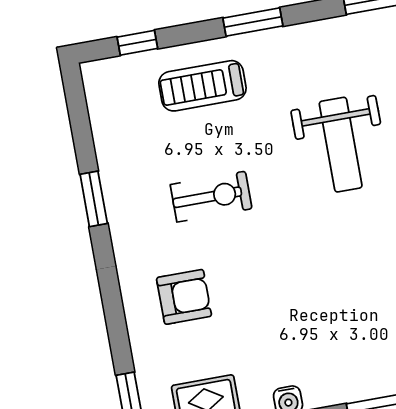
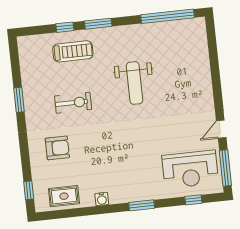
window: (137, 43) -> (65, 27), moved
treadmill: (202, 86) -> (73, 51), turned 180

